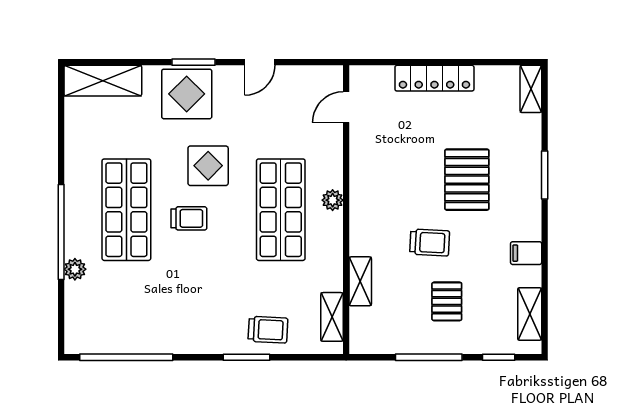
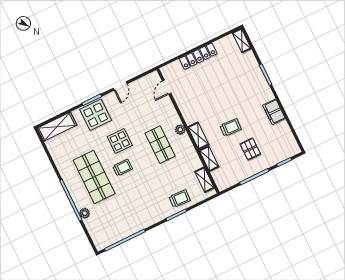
pallet: (467, 180) -> (233, 93), removed
shop shelf: (281, 210) -> (160, 145), width x0.70, depth x0.74
filing cabinet: (526, 253) -> (274, 112), width x2.00
shelving: (530, 314) -> (198, 136), moved

